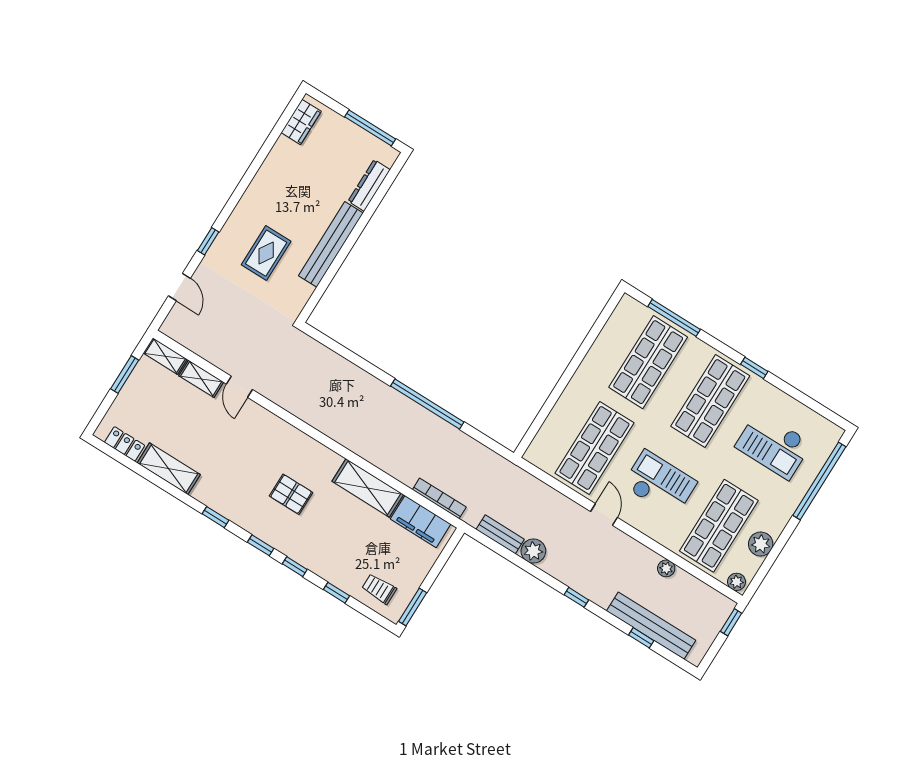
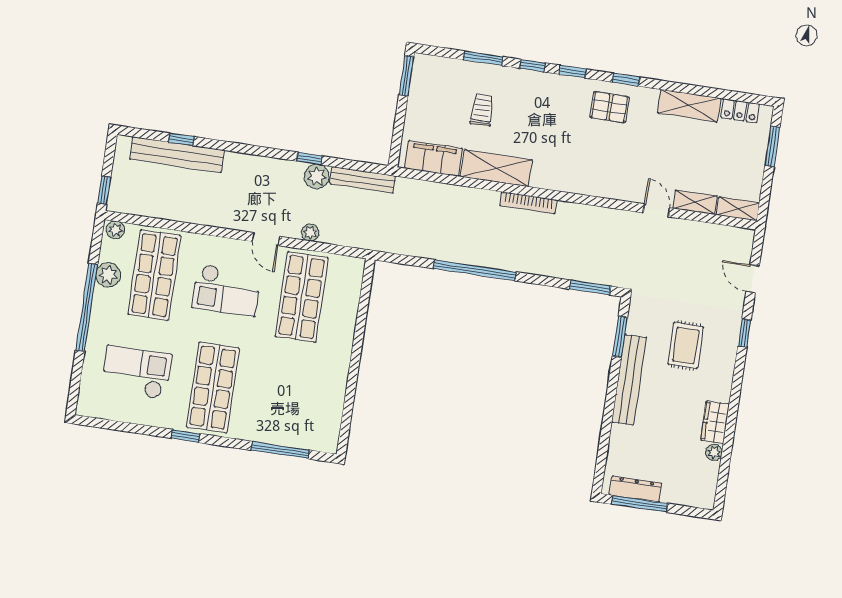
wardrobe: (301, 122) -> (715, 422), moved
plant: (283, 145) -> (714, 452), added
dresser: (369, 185) -> (636, 489), moved, turned -90
window: (322, 287) -> (620, 337), added
window: (330, 343) -> (590, 288), added
shop shelf: (648, 362) -> (286, 398), removed
window: (125, 375) -> (772, 147), moved
window: (819, 481) -> (87, 307), moved
pallet: (291, 494) -> (610, 107), moved
bookcase: (439, 498) -> (528, 203), moved
bench: (500, 534) -> (363, 180), width x1.36
plant: (666, 568) -> (310, 233), moved
trolley: (379, 589) -> (482, 110), moved, turned -90
window: (336, 593) -> (483, 58), width x1.50
window: (576, 597) -> (309, 158), moved

